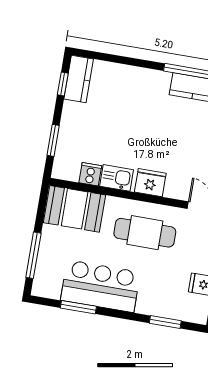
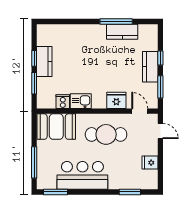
kitchen counter: (79, 79) -> (44, 62), moved
window: (63, 84) -> (34, 58), moved
fridge: (150, 183) -> (116, 100), moved
window: (78, 307) -> (56, 192), moved

